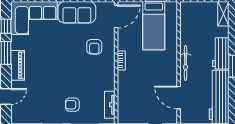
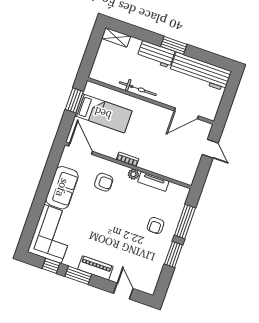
bicycle: (186, 63) -> (138, 89), moved
plant: (110, 70) -> (133, 174), added
tv unit: (110, 105) -> (153, 181), moved

